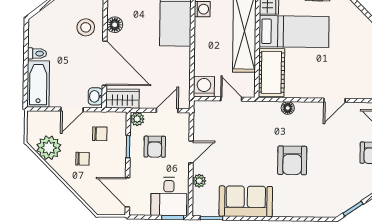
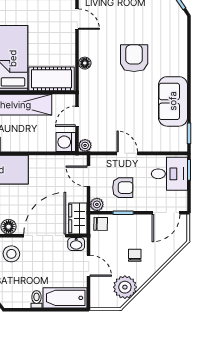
chair: (100, 134) -> (101, 224), moved, turned 91
armchair: (292, 160) -> (134, 58), turned -90
plant: (199, 181) -> (85, 145), moved

